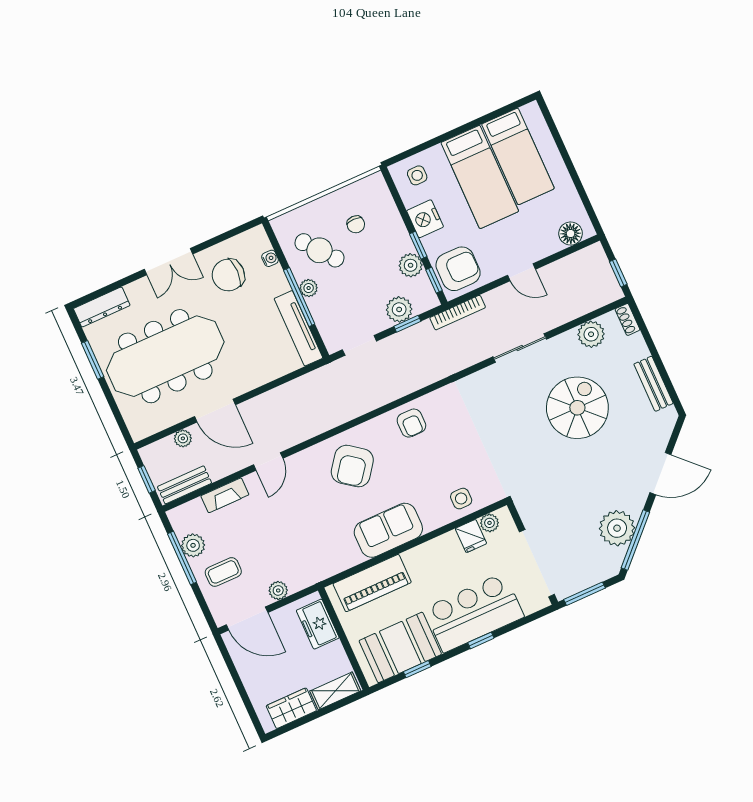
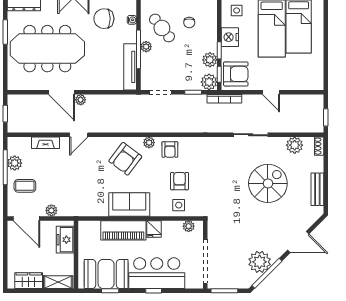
floor lamp: (571, 234) -> (309, 83), removed
plant: (399, 309) -> (209, 82), moved
plant: (376, 427) -> (149, 143), added
plant: (183, 438) -> (81, 100), moved
armchair: (446, 463) -> (180, 181), added
bench: (185, 485) -> (25, 126), removed
fridge: (471, 536) -> (154, 229), moved
piano: (372, 583) -> (123, 230), moved

